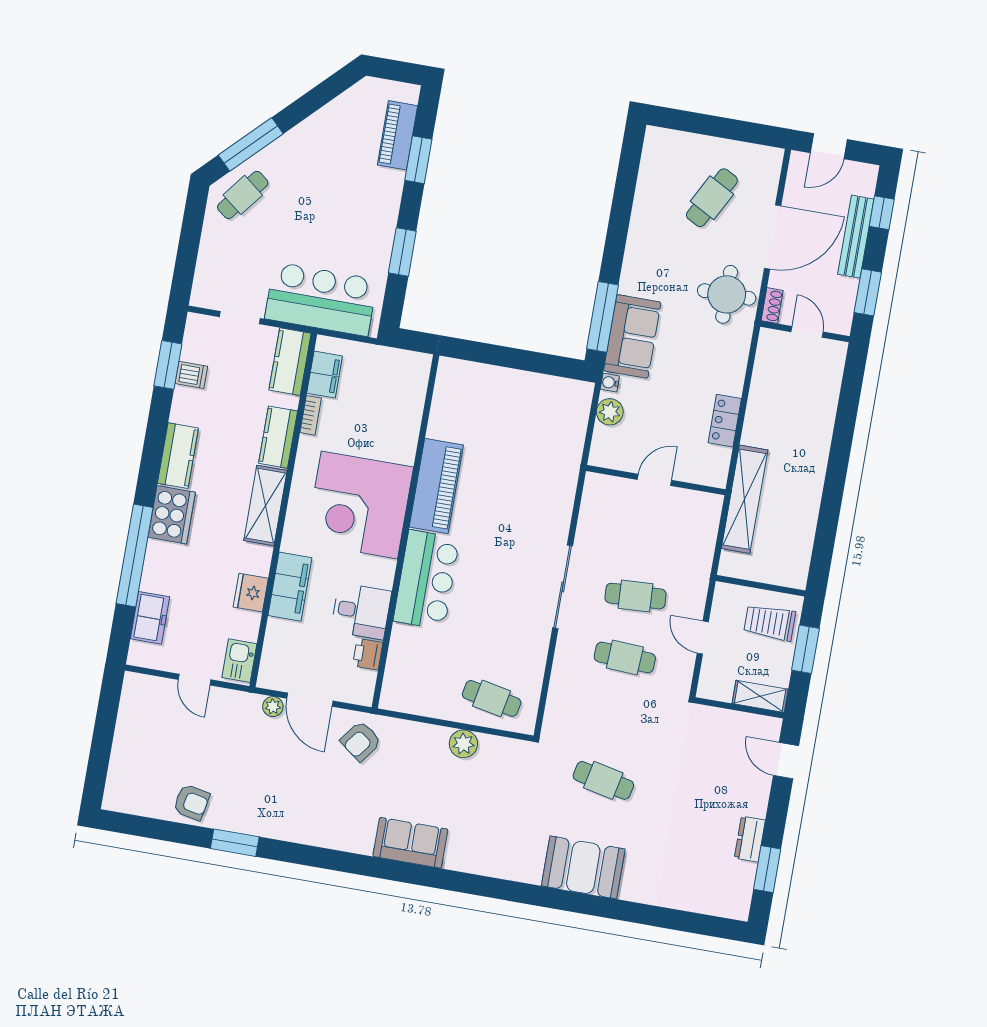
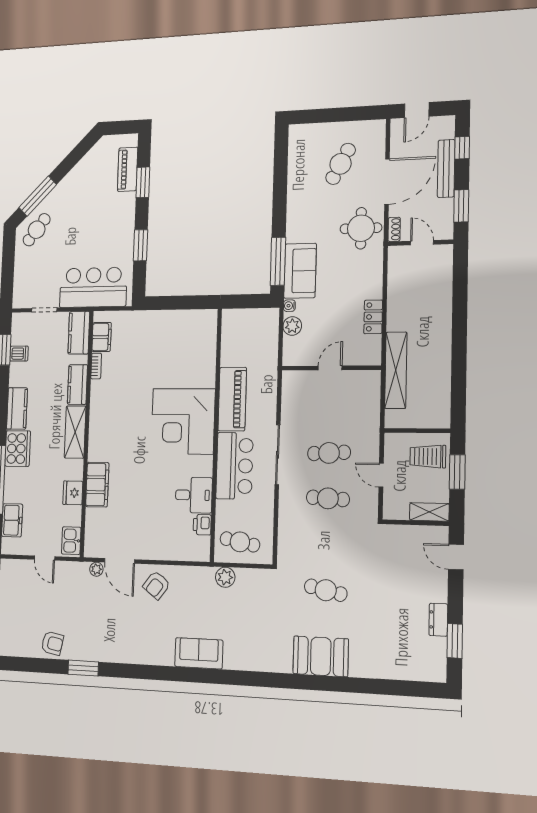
piano: (436, 486) -> (232, 399), moved
corner desk: (359, 505) -> (183, 421), moved
wall: (405, 531) -> (216, 434), moved
bar counter: (426, 580) -> (235, 466), moved
desk: (361, 611) -> (194, 495), moved
printer: (368, 654) -> (202, 525), moved

